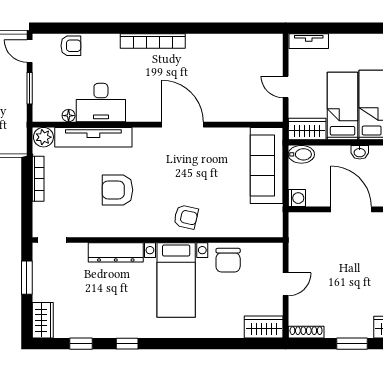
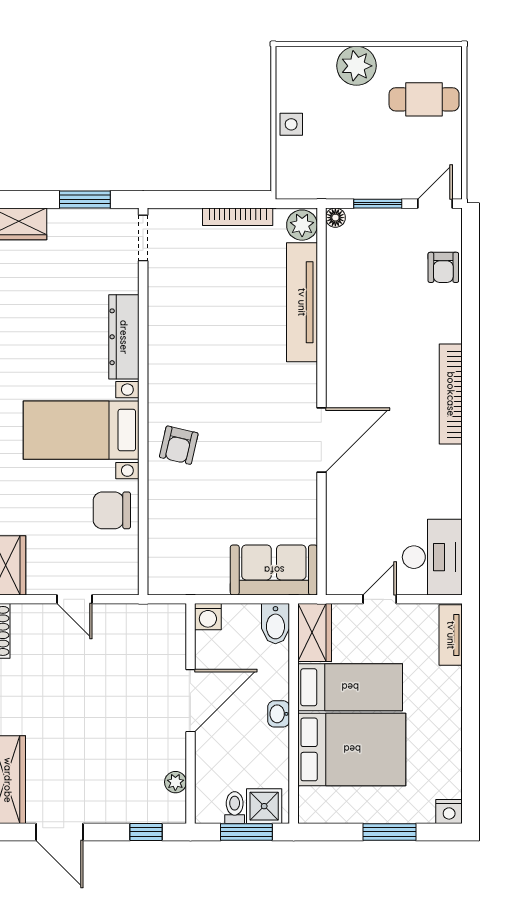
desk: (101, 103) -> (432, 557), moved, turned 180
floor lamp: (69, 116) -> (335, 218), moved
sofa: (267, 166) -> (274, 570), width x0.73
armchair: (117, 190) -> (220, 339), removed

